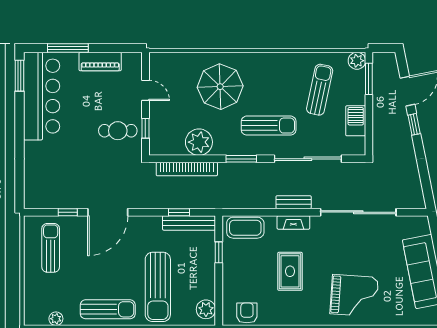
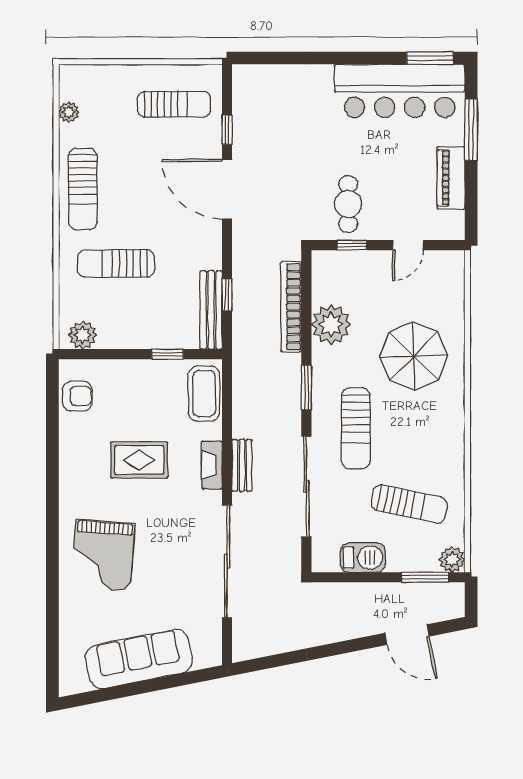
window: (414, 124) -> (358, 644), removed
sun lounger: (158, 287) -> (116, 264), width x0.73, depth x0.75

